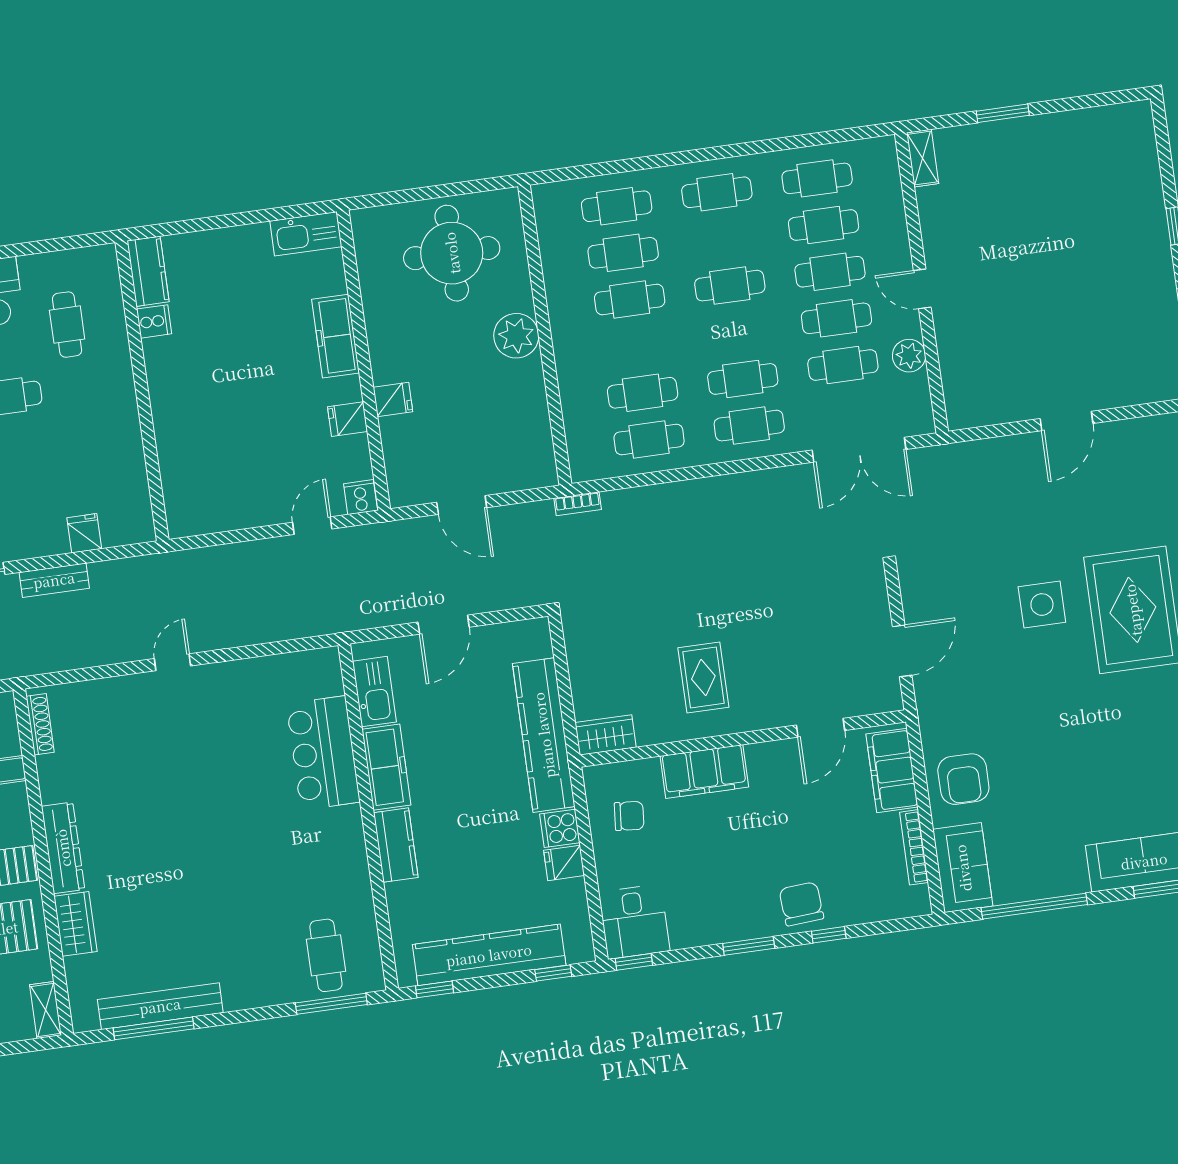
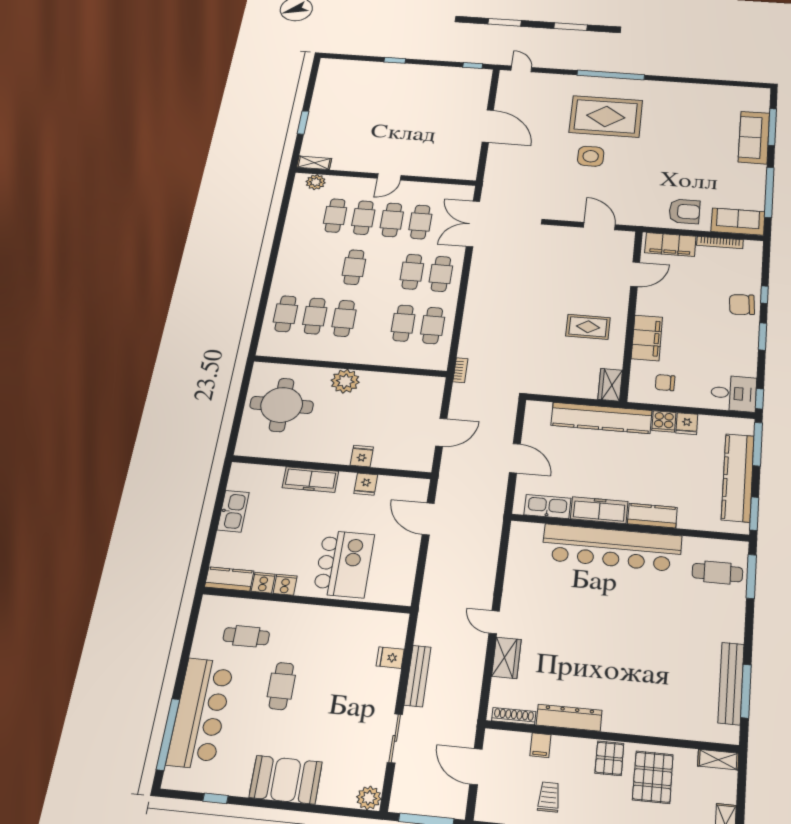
cafe table: (817, 178) -> (307, 213), removed
cafe table: (717, 192) -> (296, 263), removed
kitchen sink: (306, 234) -> (233, 511), moved
plant: (909, 356) -> (316, 182), moved
door: (1067, 421) -> (488, 126), width x1.36
kitchen island: (211, 426) -> (344, 564), added
double door: (859, 450) -> (473, 224), swing flipped
cooker: (361, 497) -> (285, 585), moved, turned 90
door: (312, 526) -> (428, 519), width x1.38
bench: (54, 580) -> (418, 676), width x1.36
door: (821, 728) -> (635, 274), hinge flipped
bar counter: (323, 753) -> (612, 548), width x1.86
chair: (629, 816) -> (665, 383), turned -95
dresser: (63, 848) -> (569, 718), moved
wardrobe: (75, 924) -> (506, 658), moved, turned 90
window: (553, 973) -> (757, 444), width x2.17
window: (434, 989) -> (754, 514), width x1.50

